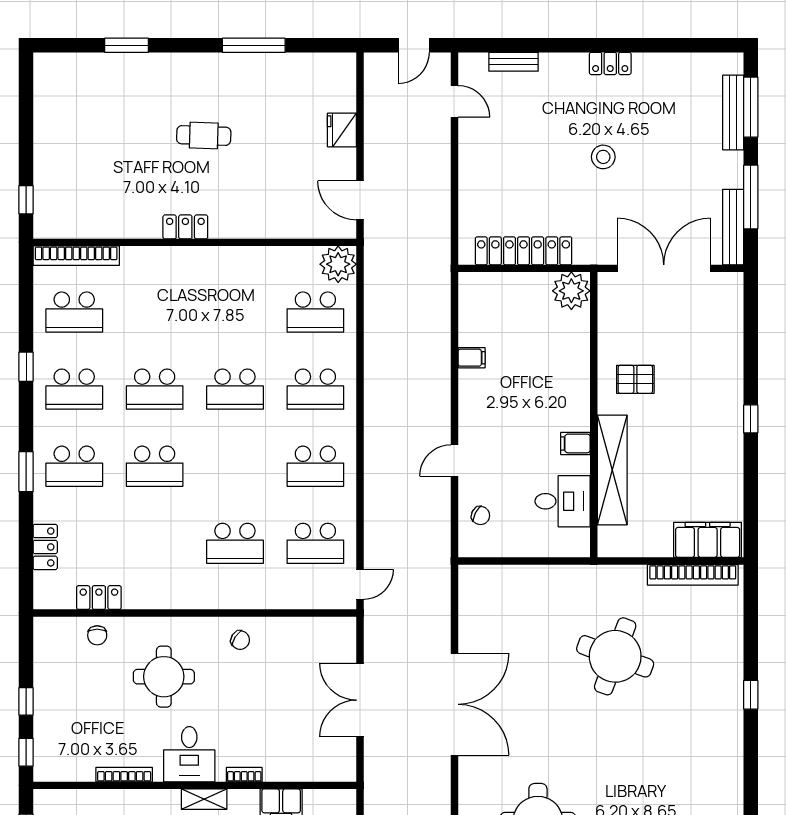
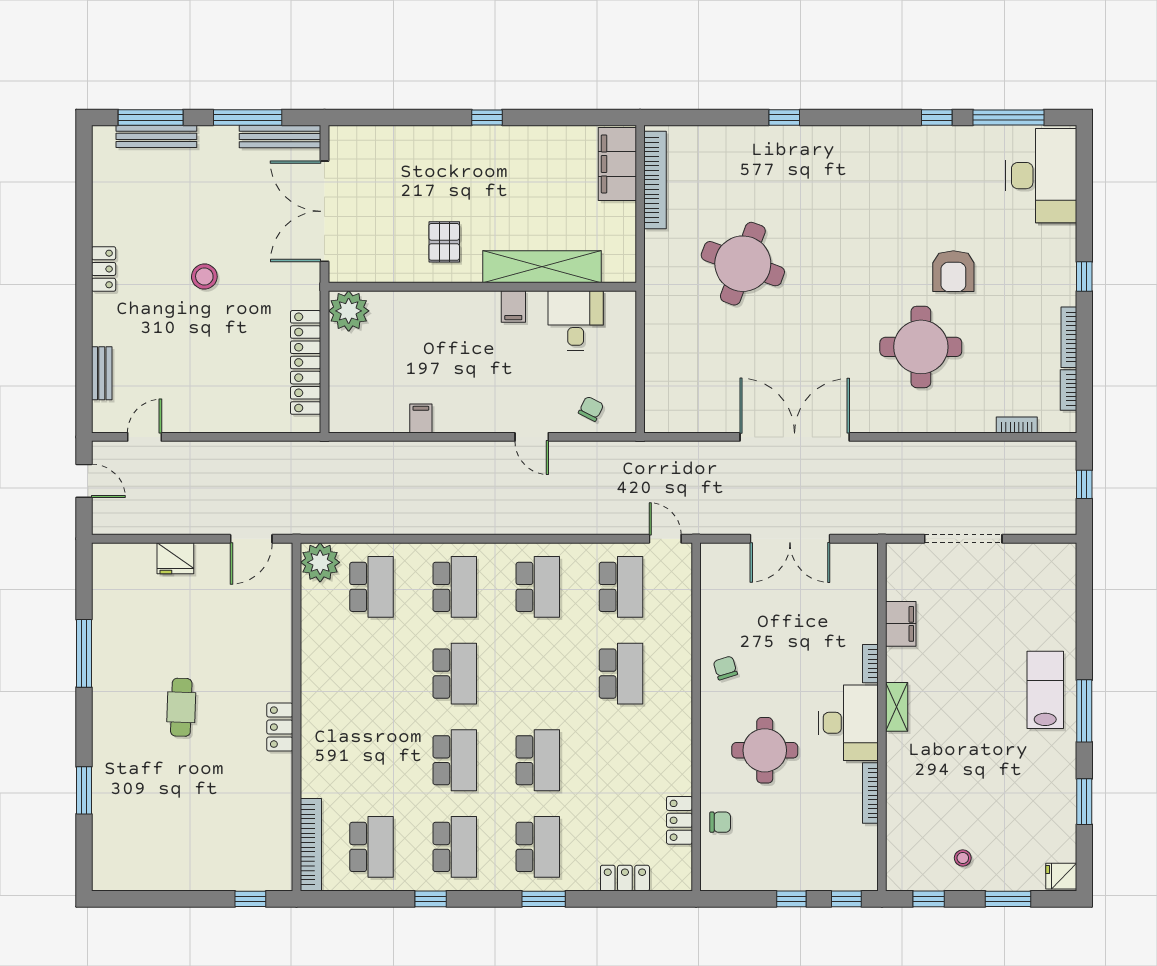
chair: (240, 640) -> (725, 668), turned -49
desk: (189, 754) -> (848, 723), width x1.37

